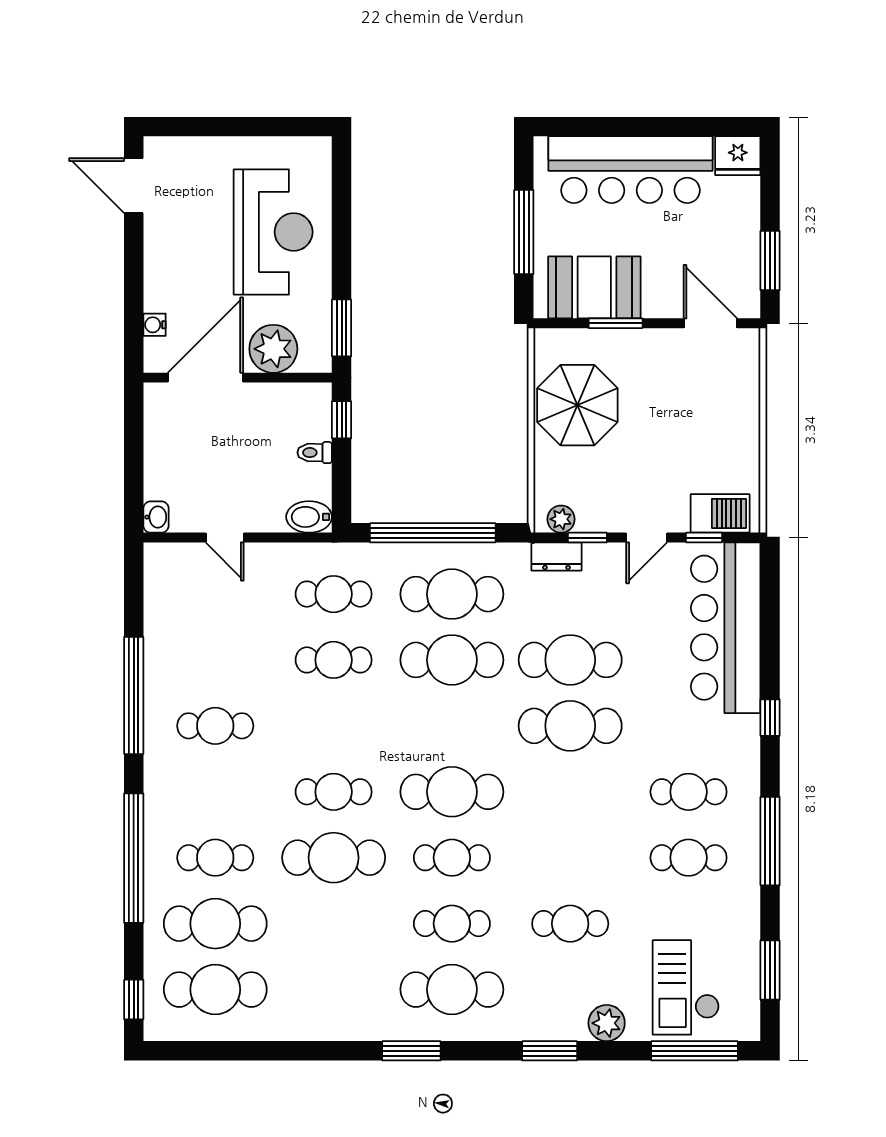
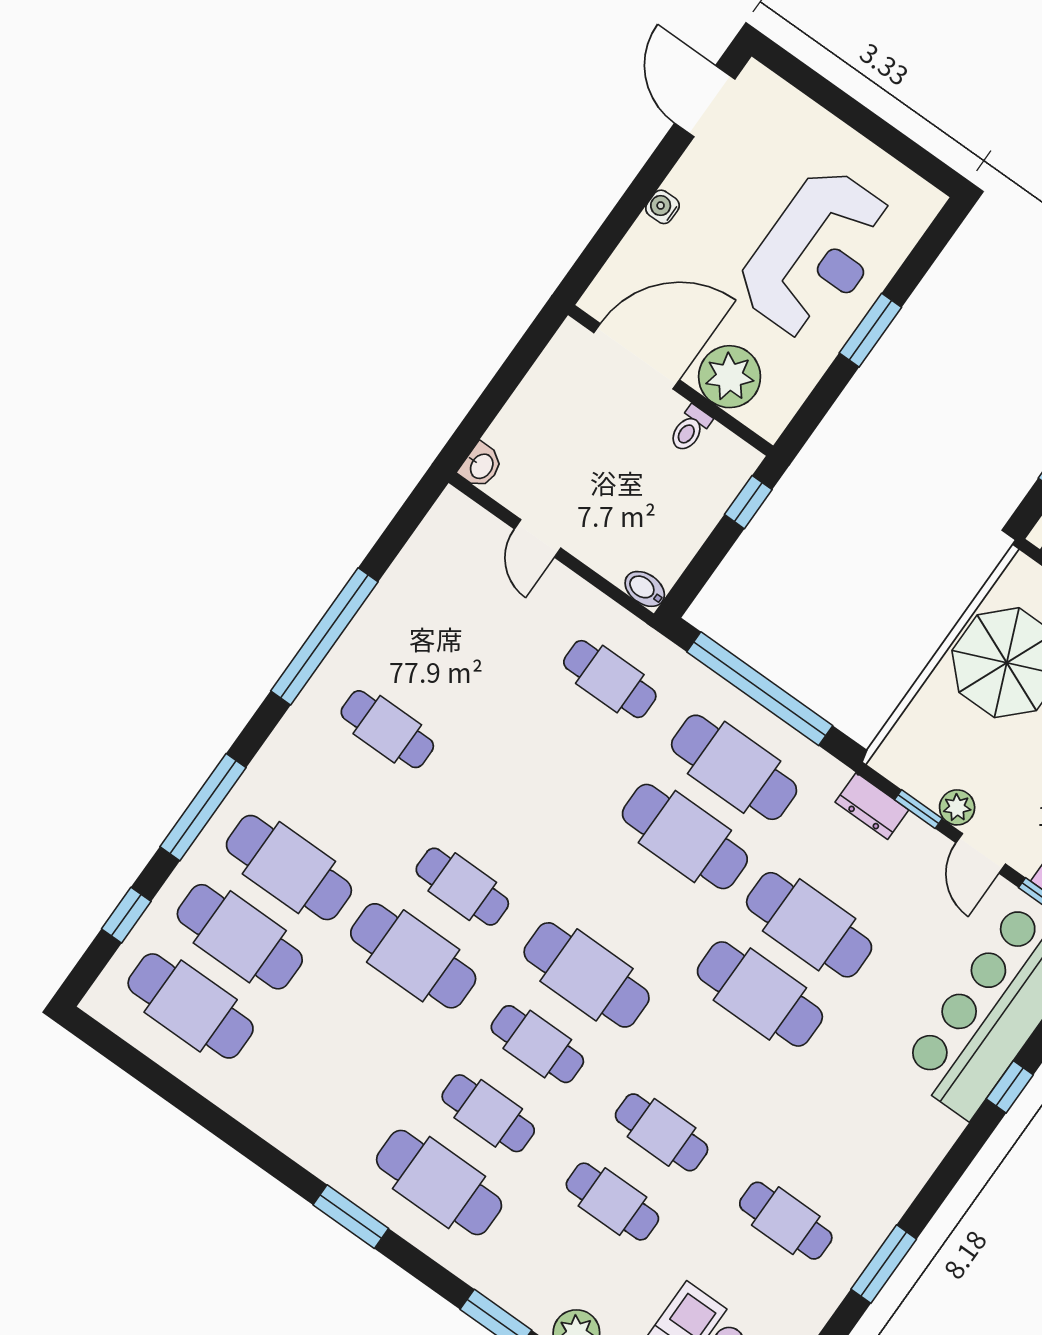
water cooler: (154, 325) -> (662, 207), moved
window: (342, 328) -> (870, 330), moved
toilet: (315, 453) -> (690, 429), moved, turned -90
bidet: (309, 517) -> (645, 589), width x0.72, depth x0.74
plant: (561, 519) -> (957, 807), moved
door: (647, 538) -> (981, 853), hinge flipped
cafe table: (334, 660) -> (561, 748), removed
window: (770, 718) -> (1010, 1087), moved
cafe table: (689, 792) -> (662, 1132), moved
window: (770, 841) -> (884, 1264), width x0.69
window: (134, 858) -> (203, 807), width x0.68
cafe table: (215, 858) -> (289, 868), width x1.37, depth x1.35
window: (134, 1000) -> (126, 915), moved

